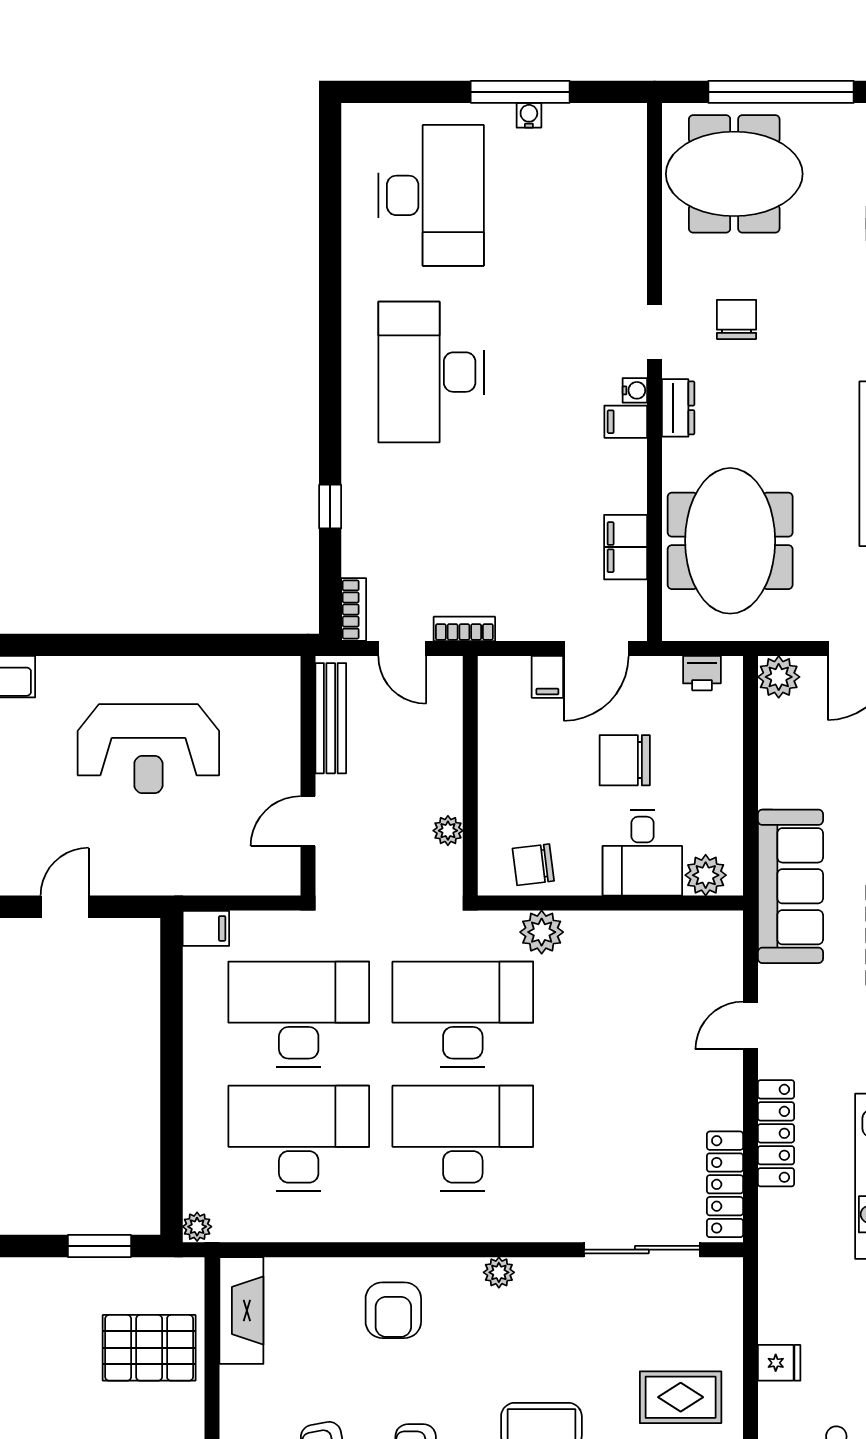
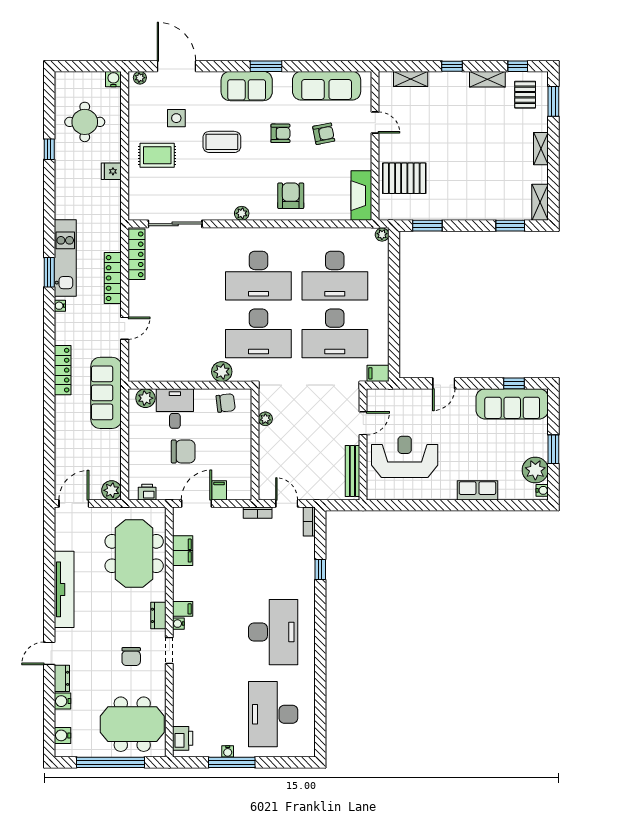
printer: (626, 144) -> (183, 738), added
bench: (331, 718) -> (352, 471), moved
wall: (308, 776) -> (363, 444), moved
door: (308, 821) -> (363, 423), moved

